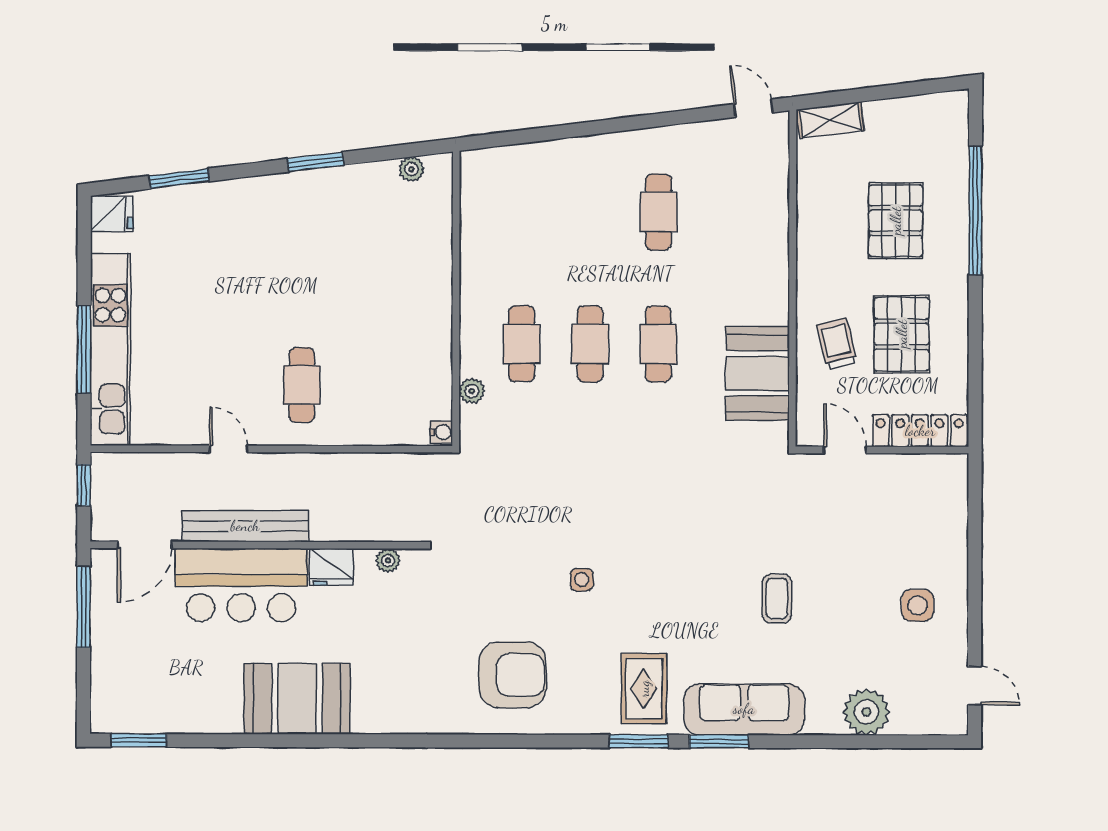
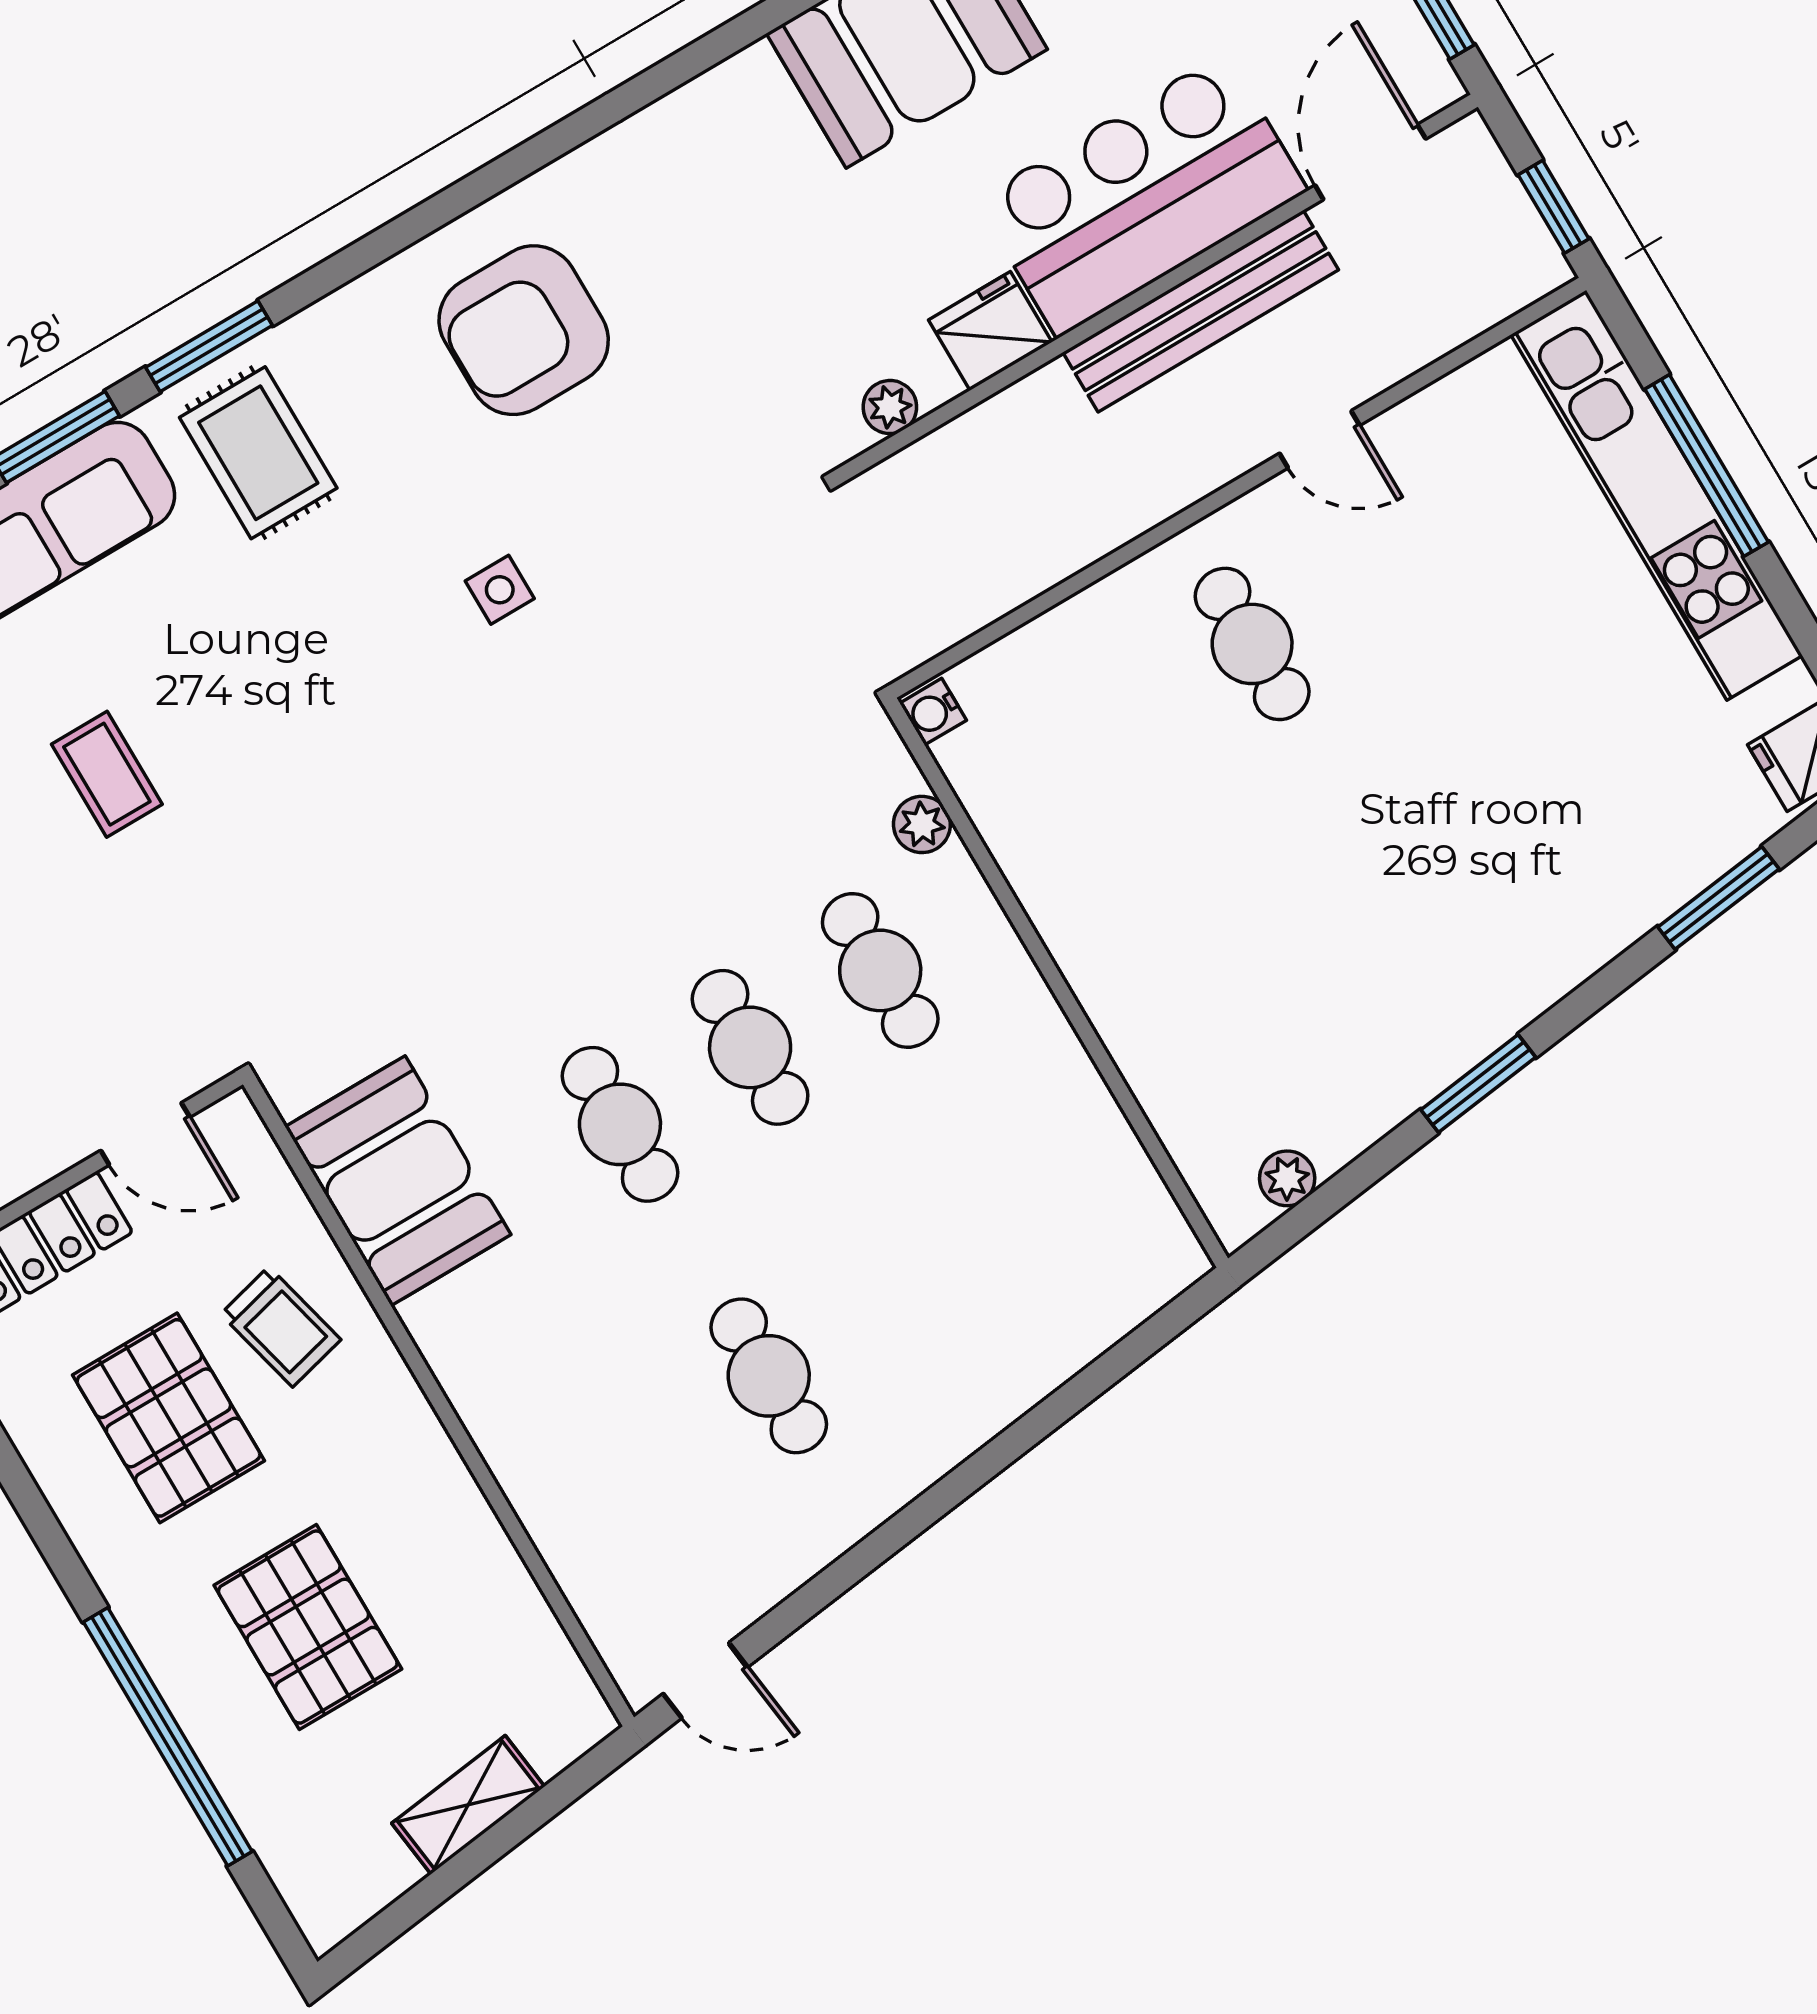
shelving: (830, 120) -> (468, 1805), moved

